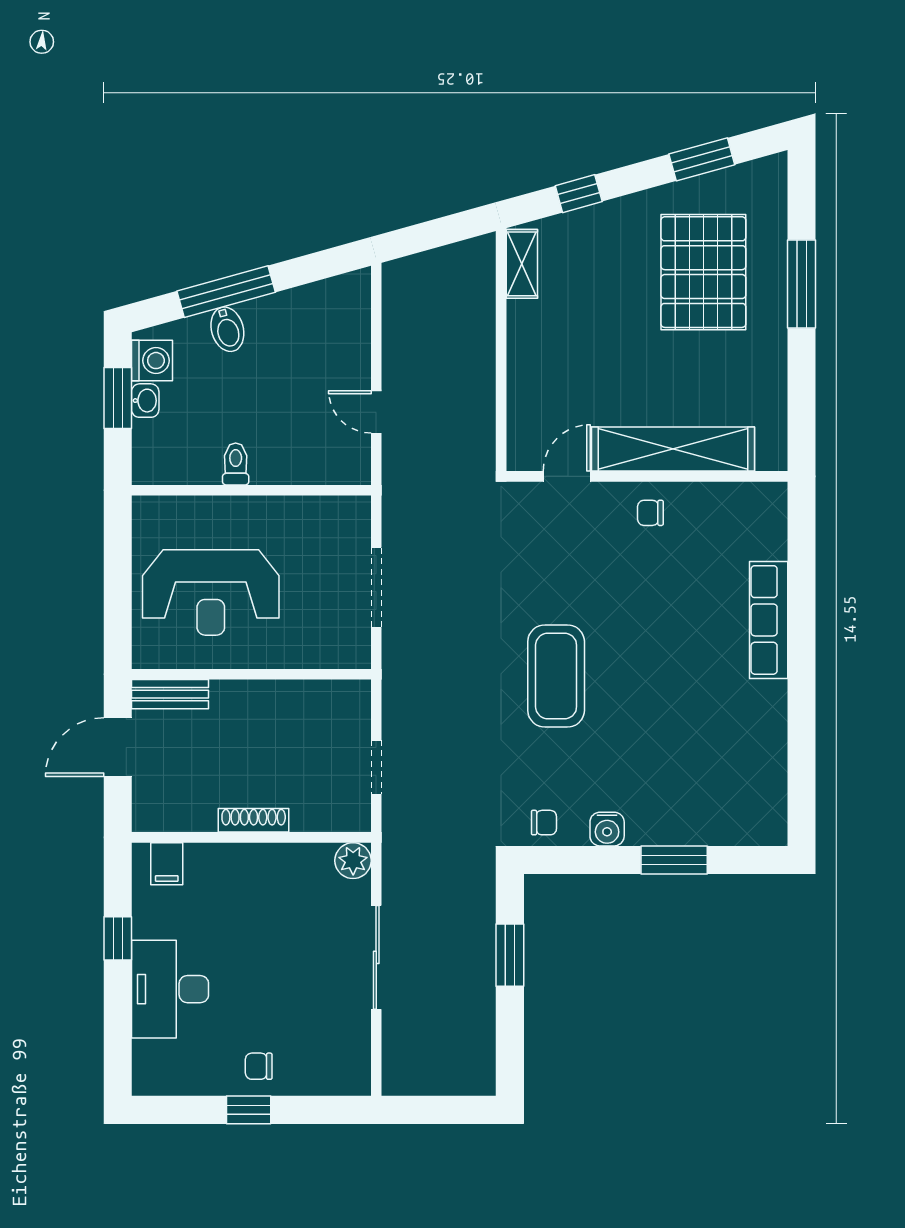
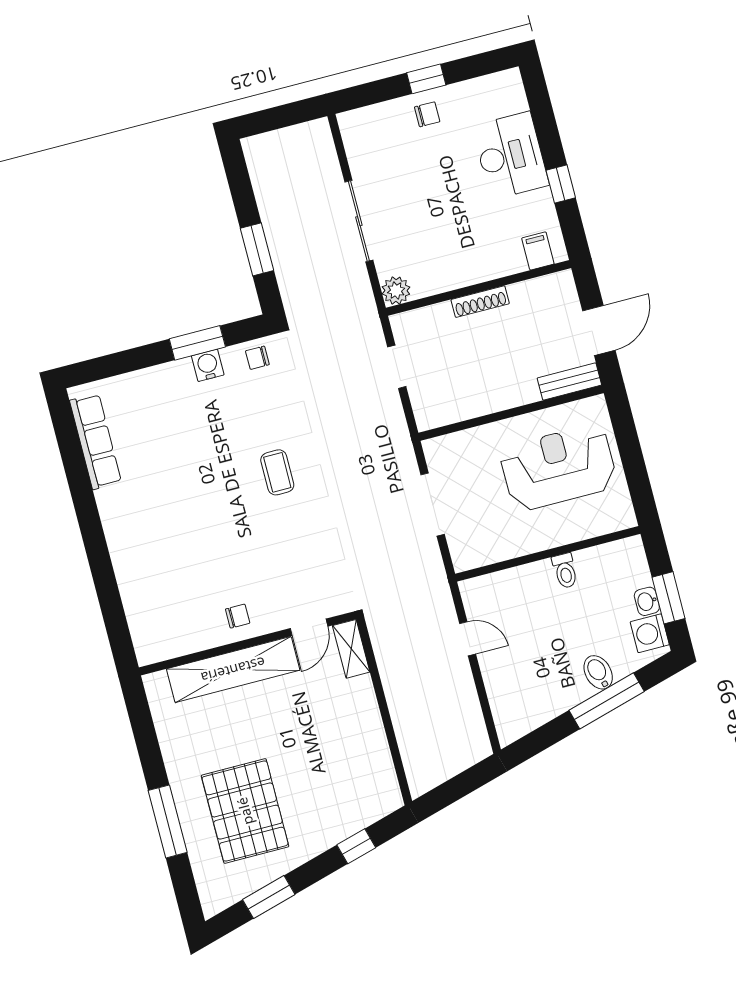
shelving: (522, 264) -> (351, 649), moved
row of seats: (769, 620) -> (95, 441), moved
coffee table: (556, 676) -> (277, 472), width x0.54, depth x0.58
window: (674, 860) -> (197, 343), moved

